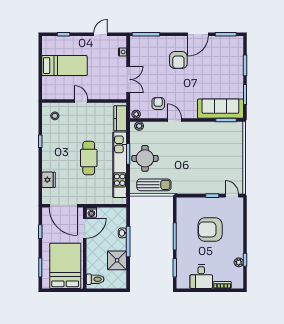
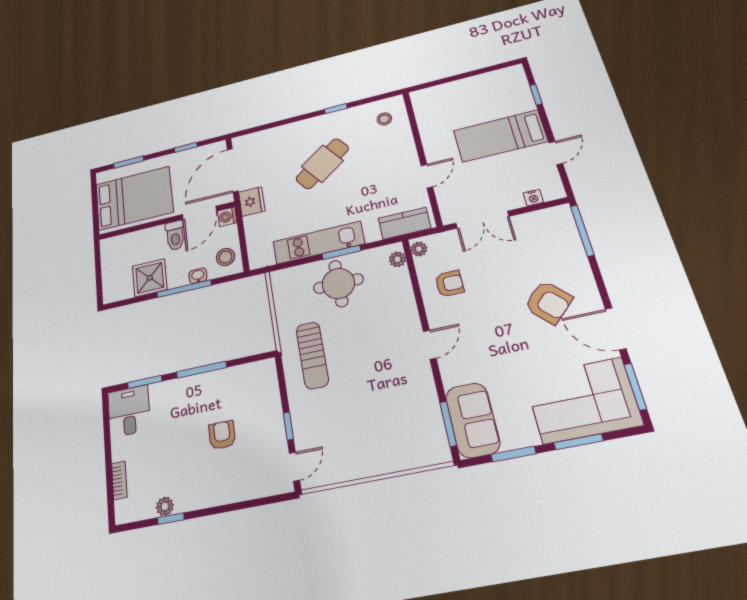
door: (101, 34) -> (556, 153), hinge flipped
corner sofa: (227, 58) -> (583, 400), added
armchair: (178, 60) -> (548, 302), turned -134
bed: (64, 66) -> (500, 136), moved, turned 90
door: (81, 101) -> (427, 176), moved
sofa: (220, 109) -> (473, 420), width x0.73
door: (174, 120) -> (430, 345), moved
cafe table: (89, 158) -> (322, 164), moved, turned -36
kitchen unit: (120, 165) -> (319, 243), width x0.73
fridge: (49, 180) -> (252, 201), moved, turned -90
sun lounger: (154, 185) -> (312, 355), moved
stool: (115, 216) -> (226, 257), added
door: (85, 228) -> (199, 213), hinge flipped
armchair: (210, 230) -> (222, 435), width x0.53, depth x0.53
desk: (201, 277) -> (129, 411), moved, turned 90
toilet: (95, 279) -> (175, 235), moved

